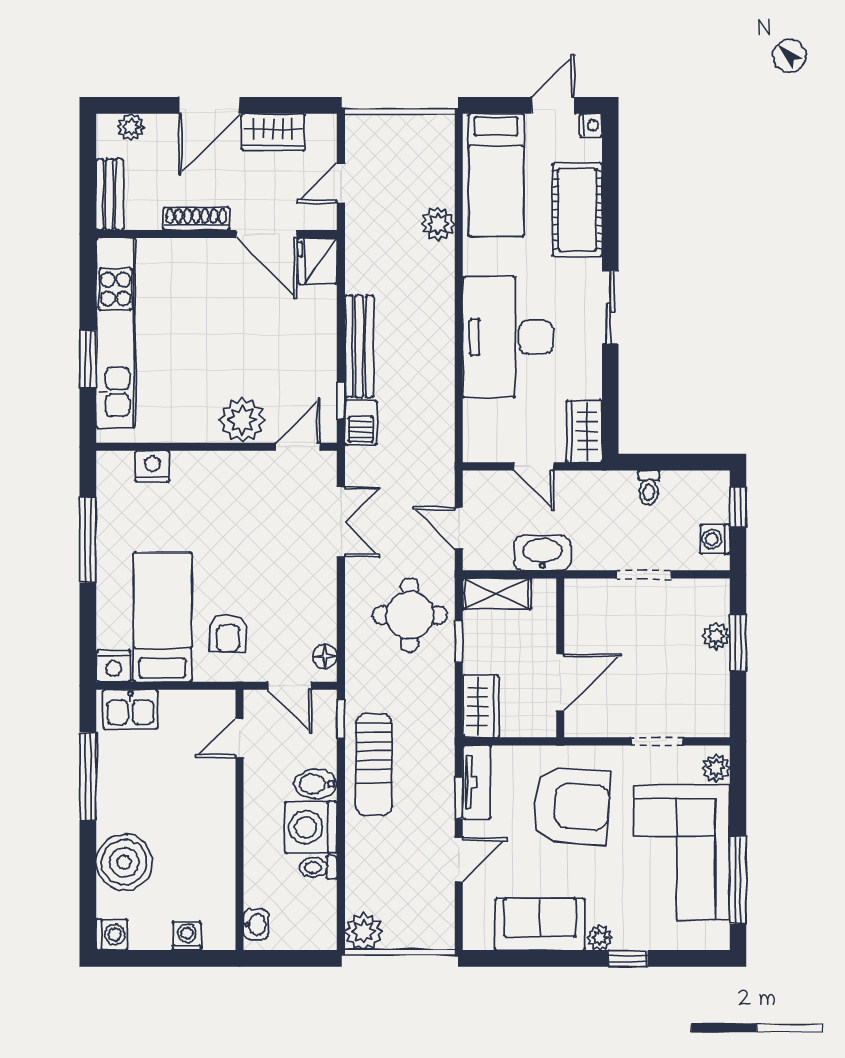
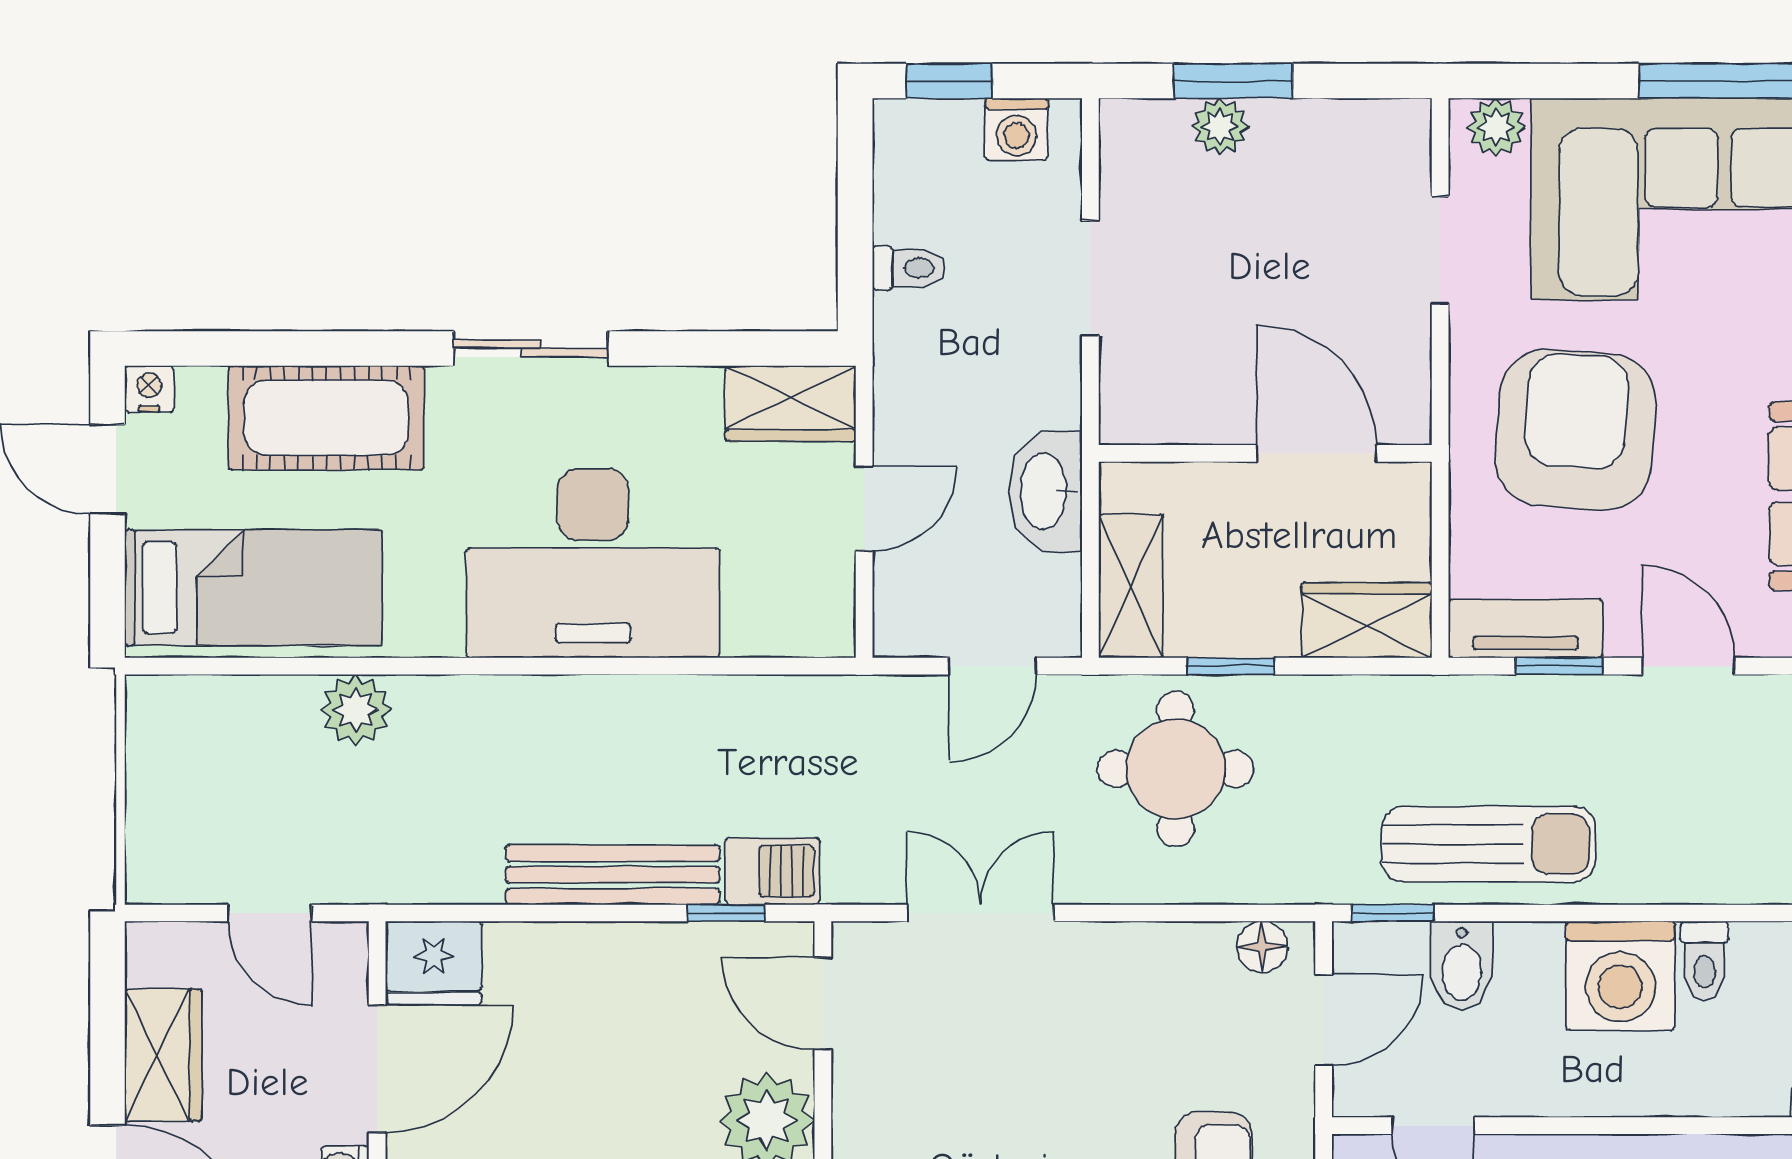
bidet: (316, 784) -> (1462, 966), moved

